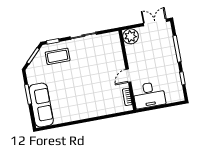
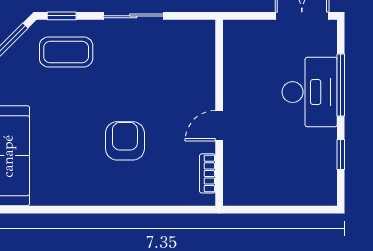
plant: (131, 36) -> (240, 37), removed
armchair: (90, 90) -> (125, 141), added
desk: (149, 95) -> (310, 92), moved, turned -90

